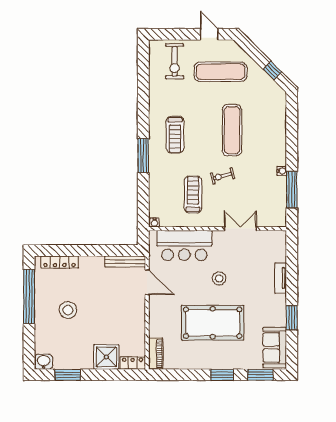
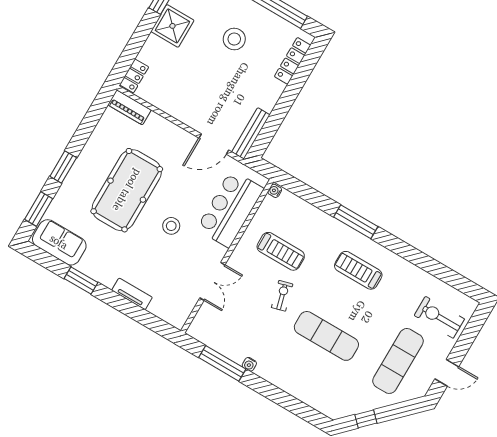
shower: (106, 357) -> (172, 26), moved

